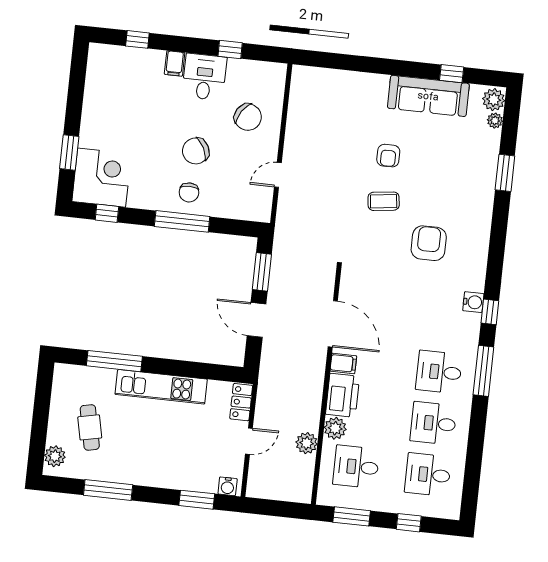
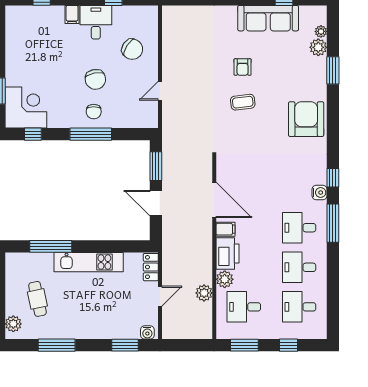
plant: (494, 100) -> (318, 47), moved
chair: (196, 151) -> (95, 79), turned -73
armchair: (429, 243) -> (306, 119), moved, width x1.36, depth x1.36
water cooler: (473, 302) -> (319, 192), moved

